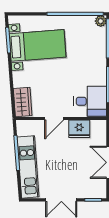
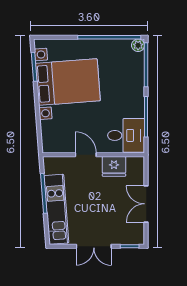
bed with nightstands: (38, 45) -> (68, 82), width x1.36
wardrobe: (23, 102) -> (50, 136), removed
door: (54, 118) -> (86, 155), swing flipped

